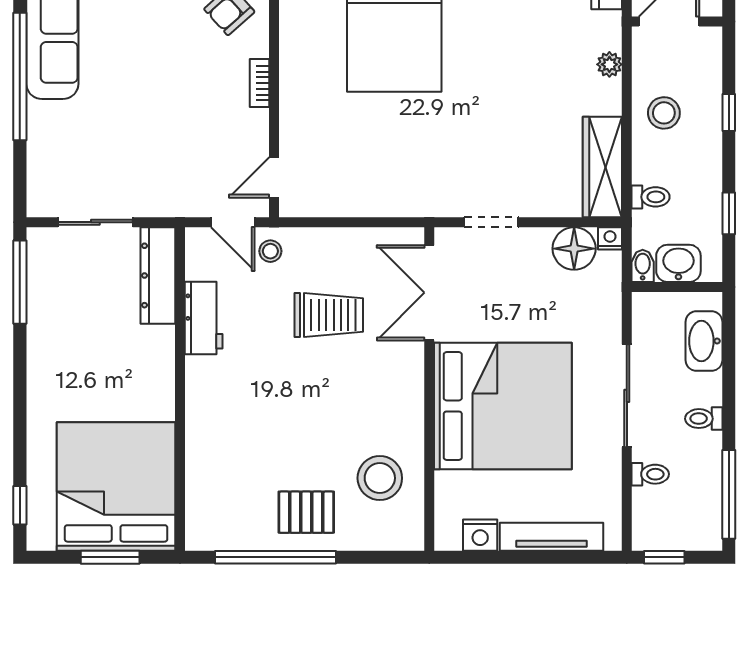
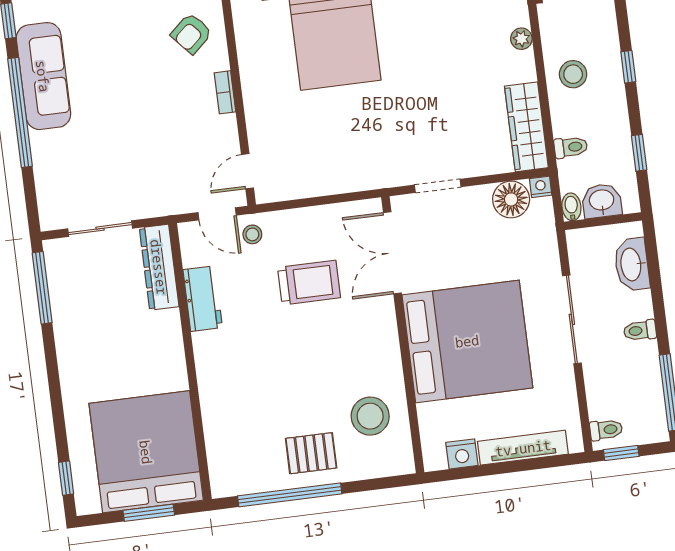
toilet: (650, 474) -> (606, 430), moved

